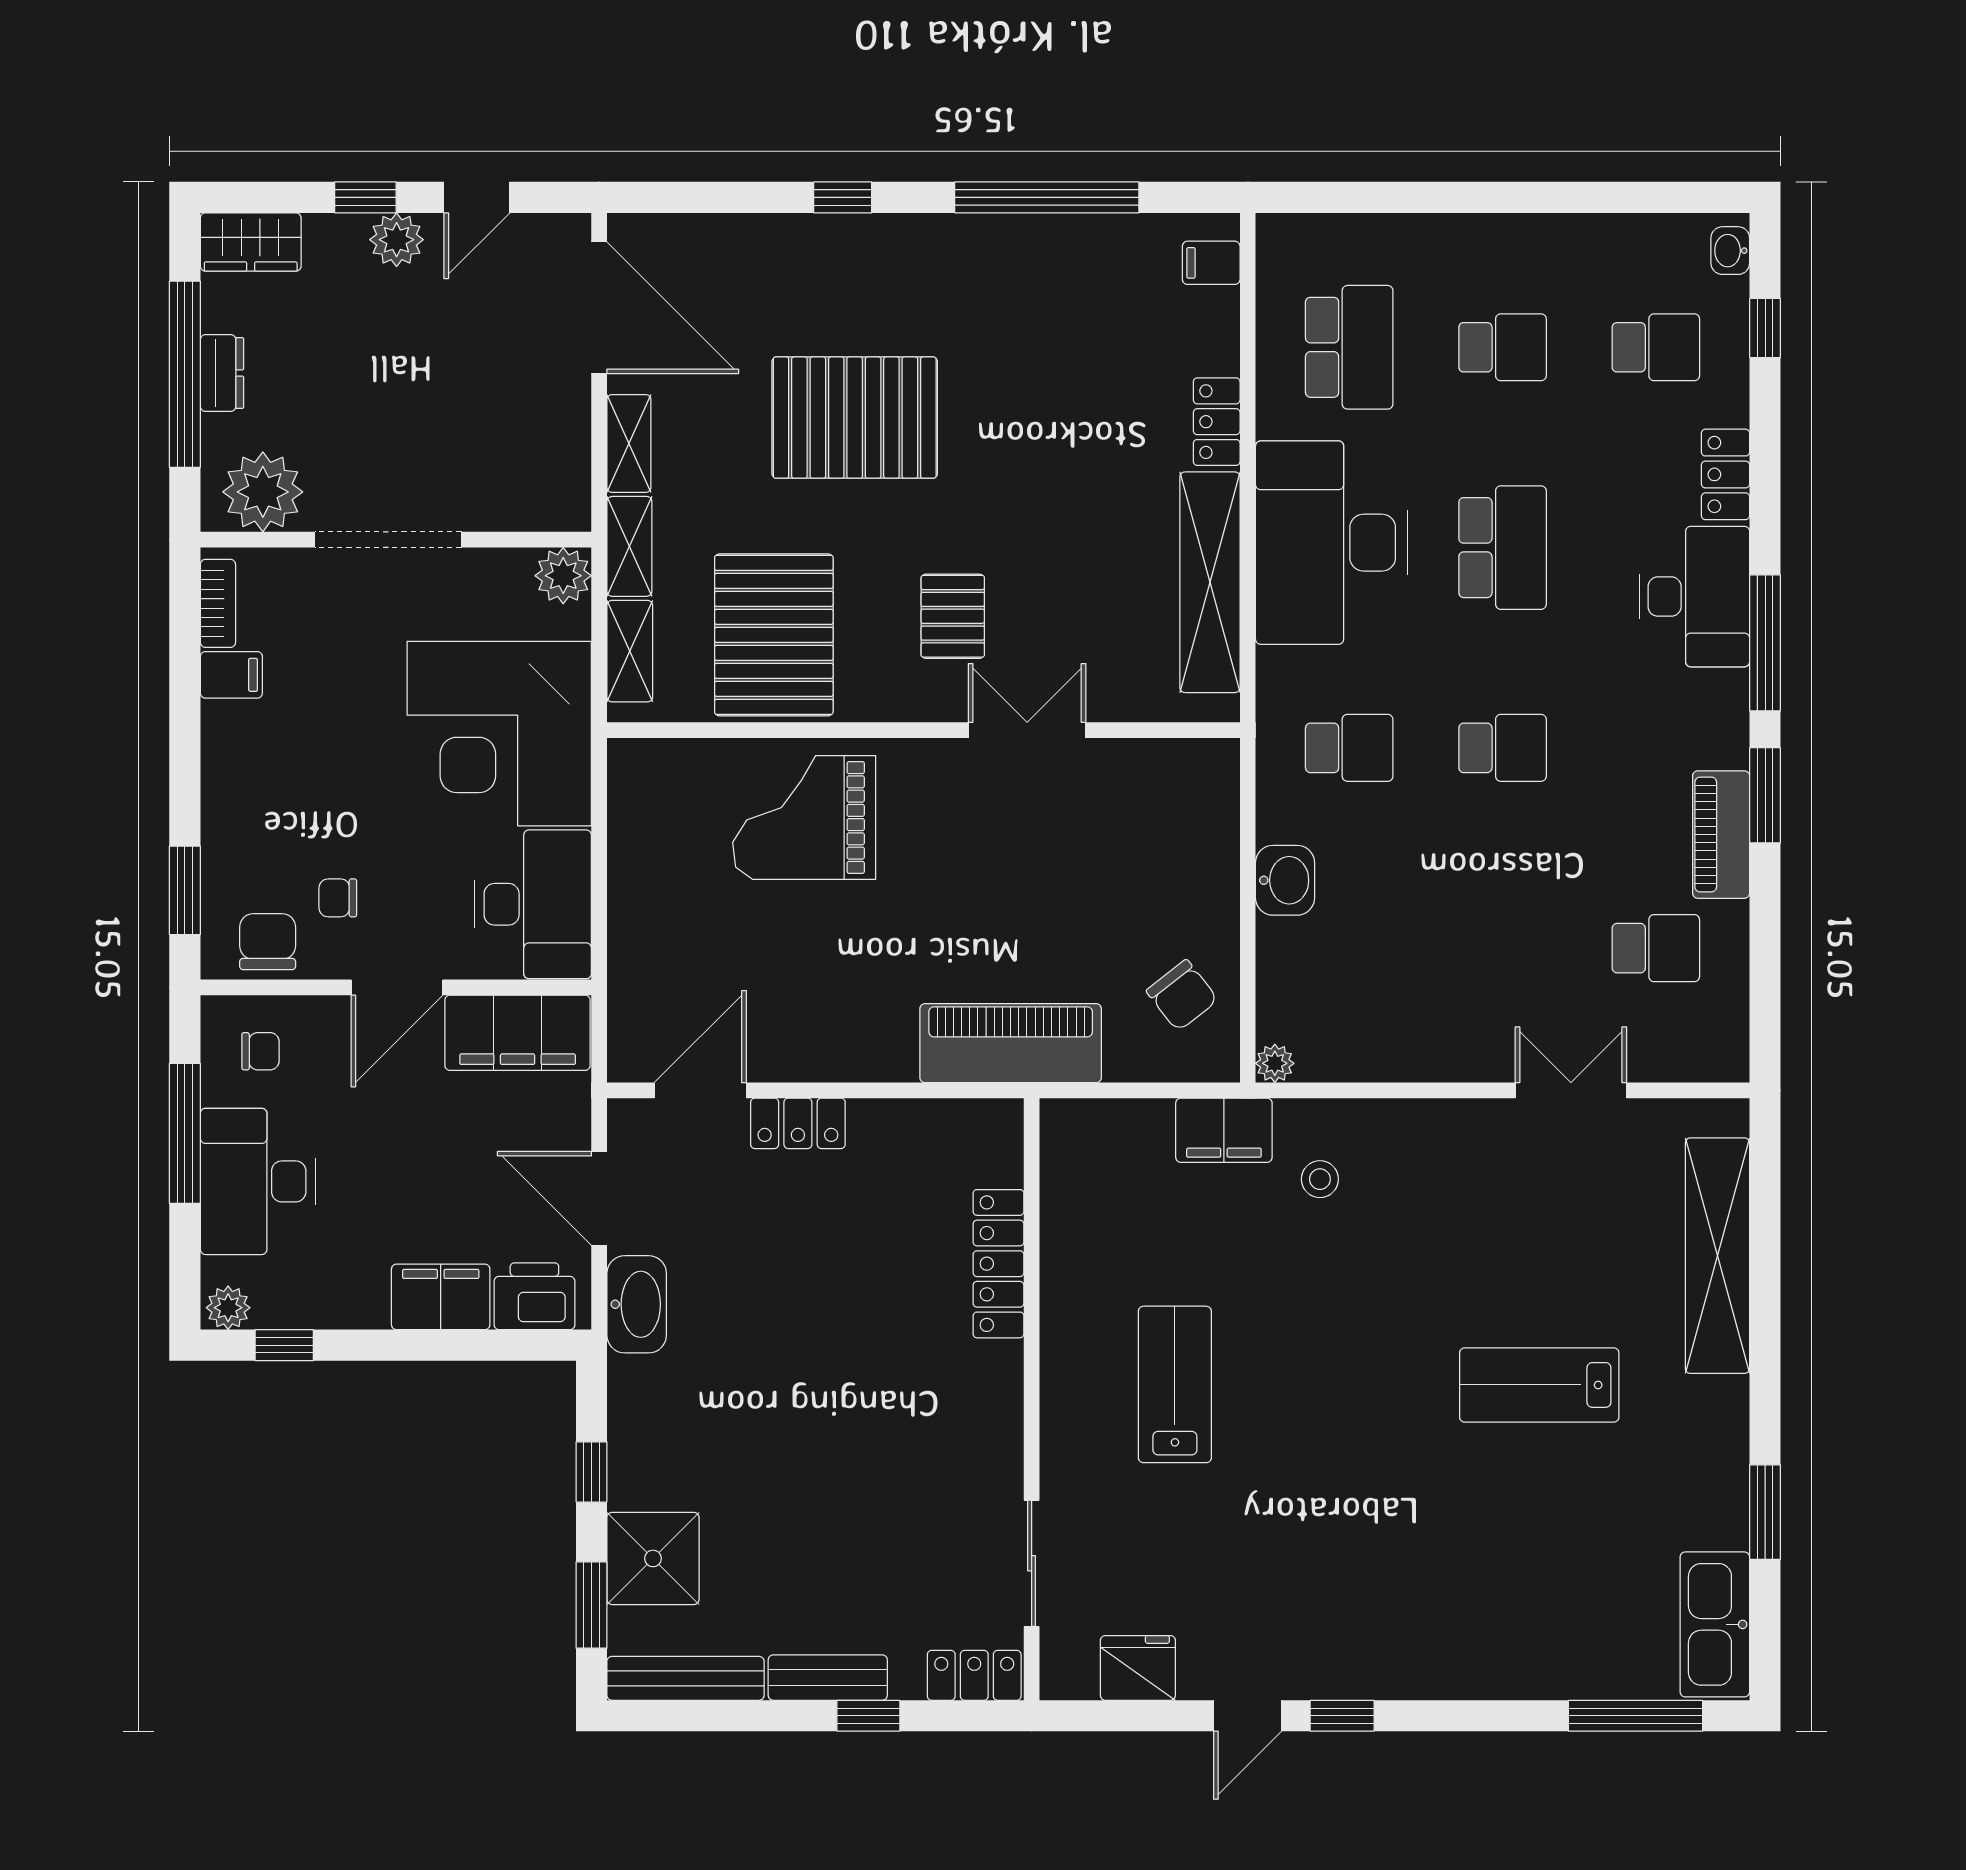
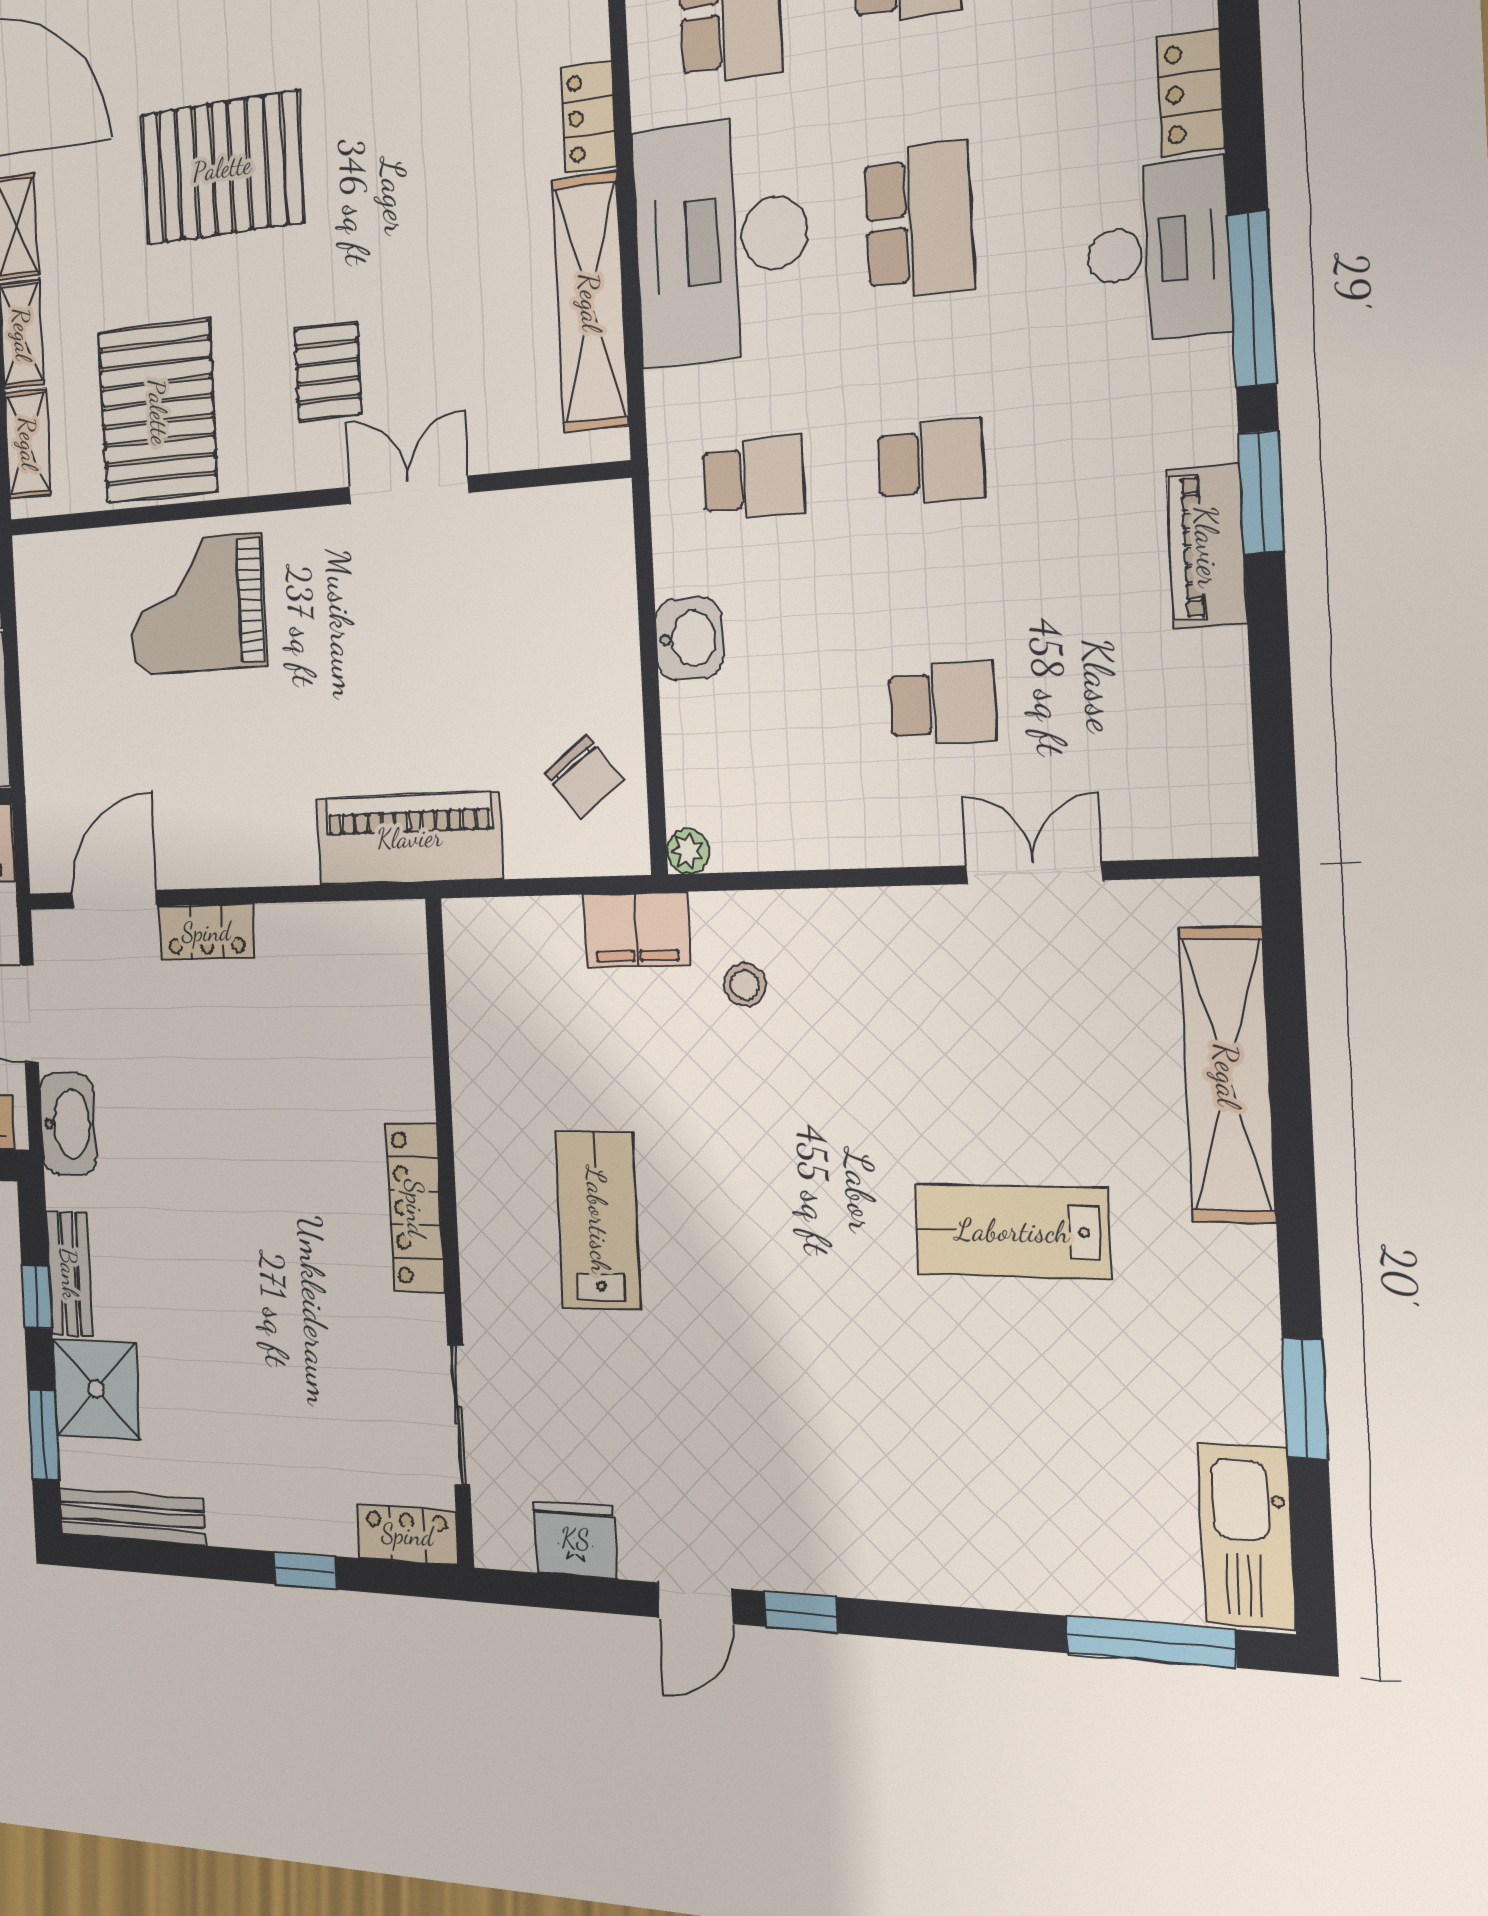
school desk: (1656, 948) -> (942, 704), moved
locker: (998, 1264) -> (415, 1208), moved
bench: (828, 1678) -> (69, 1274), moved, turned 90

